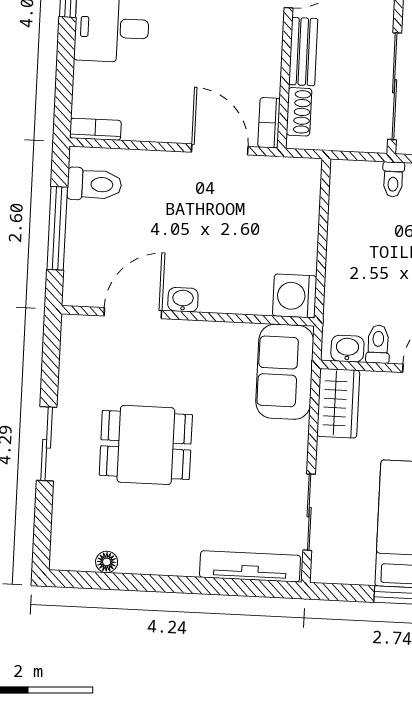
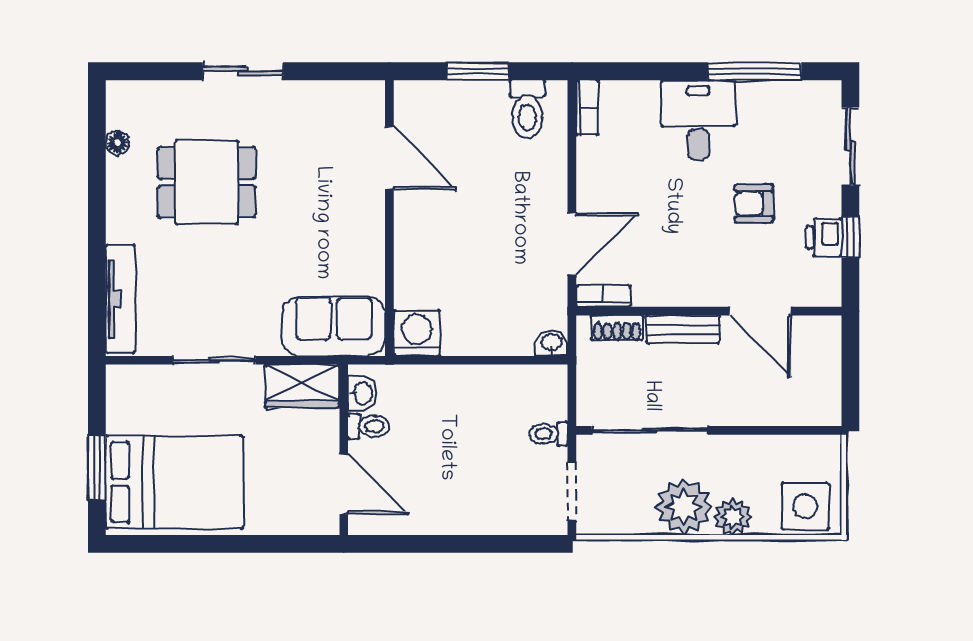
window: (57, 228) -> (478, 71), width x0.69
washbasin: (183, 300) -> (552, 343), moved, turned -90
dining table: (146, 445) -> (207, 182), moved, turned 90
sliding door: (309, 512) -> (214, 360), moved

